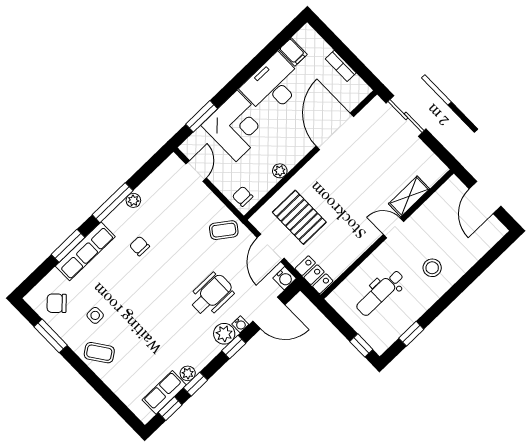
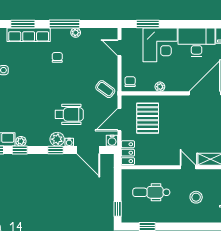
door: (196, 171) -> (120, 48), swing flipped
stool: (432, 268) -> (196, 197), moved

